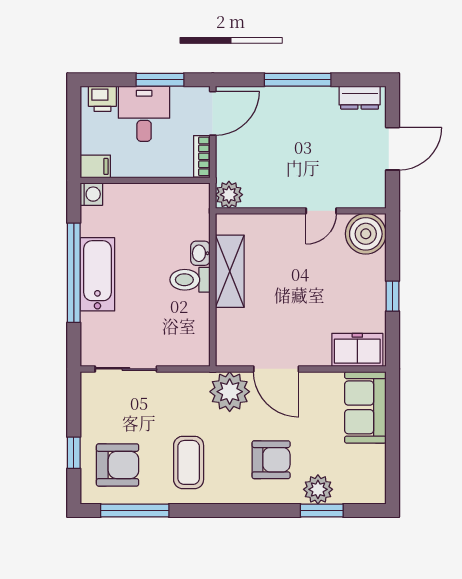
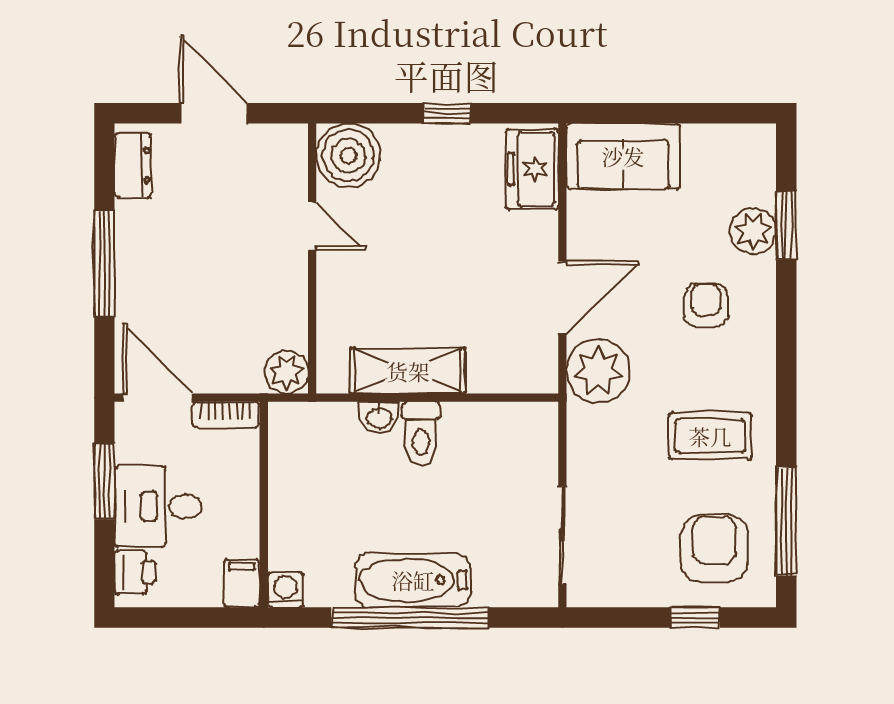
armchair: (271, 460) -> (706, 305), width x0.72, depth x0.72

